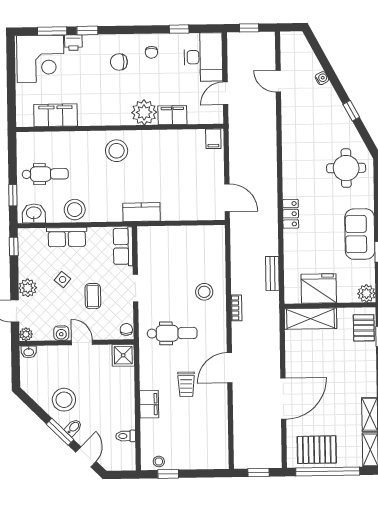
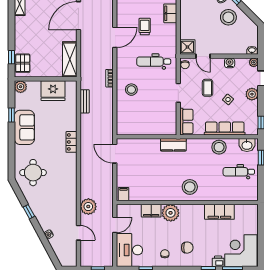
filing cabinet: (56, 115) -> (219, 212), moved
plant: (265, 120) -> (88, 207), added
row of seats: (67, 237) -> (225, 128), width x1.48
shelving: (310, 319) -> (70, 59), moved, turned 90
door: (82, 343) -> (203, 56), moved

